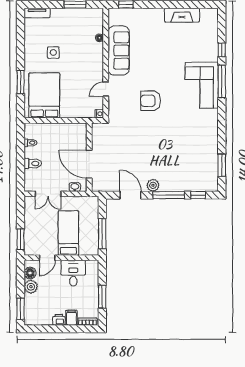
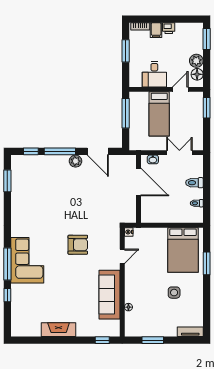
fireplace: (182, 15) -> (59, 330), moved

